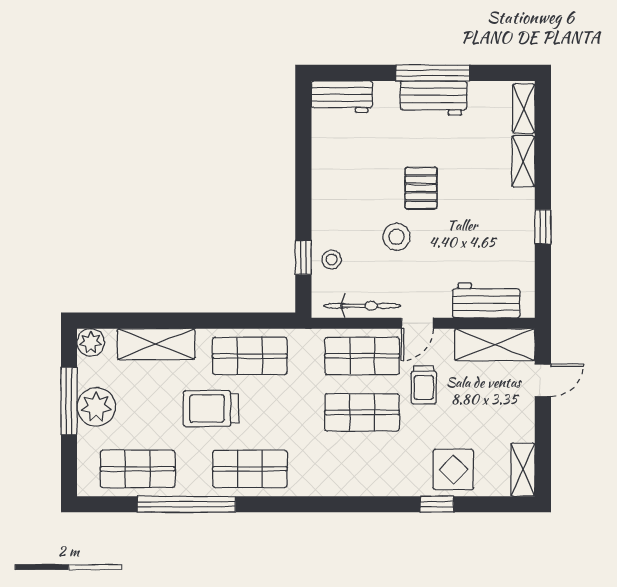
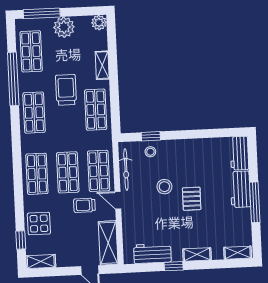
workbench: (434, 98) -> (240, 189), moved
shelving: (523, 161) -> (197, 254), moved
pallet: (421, 188) -> (192, 199), turned 90
workbench: (486, 300) -> (152, 253), moved, turned -90
shelving: (156, 344) -> (102, 65), width x0.67, depth x0.75
window: (69, 401) -> (42, 13), moved
shop shelf: (362, 469) -> (37, 174), added
window: (437, 504) -> (21, 240), moved

